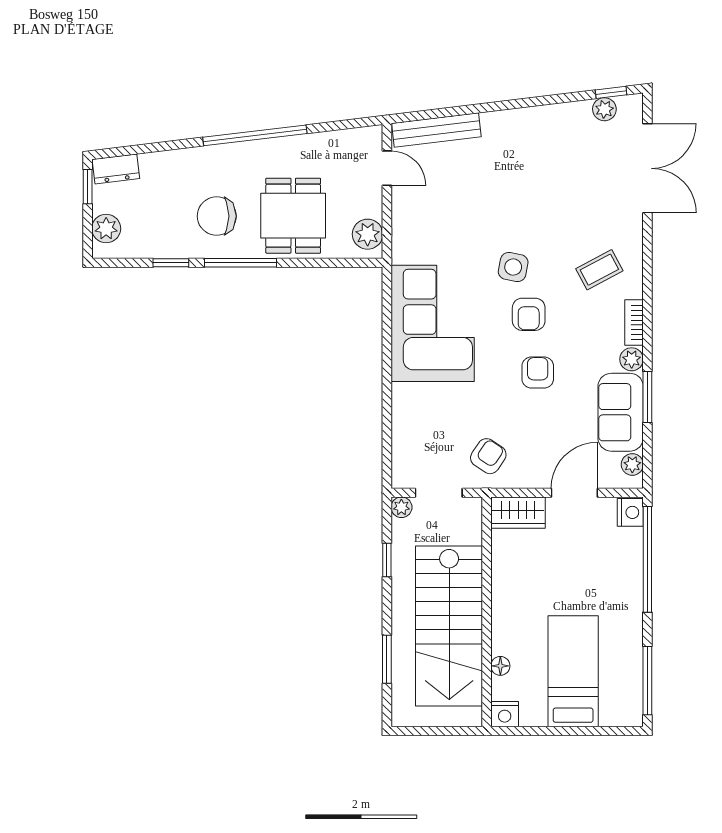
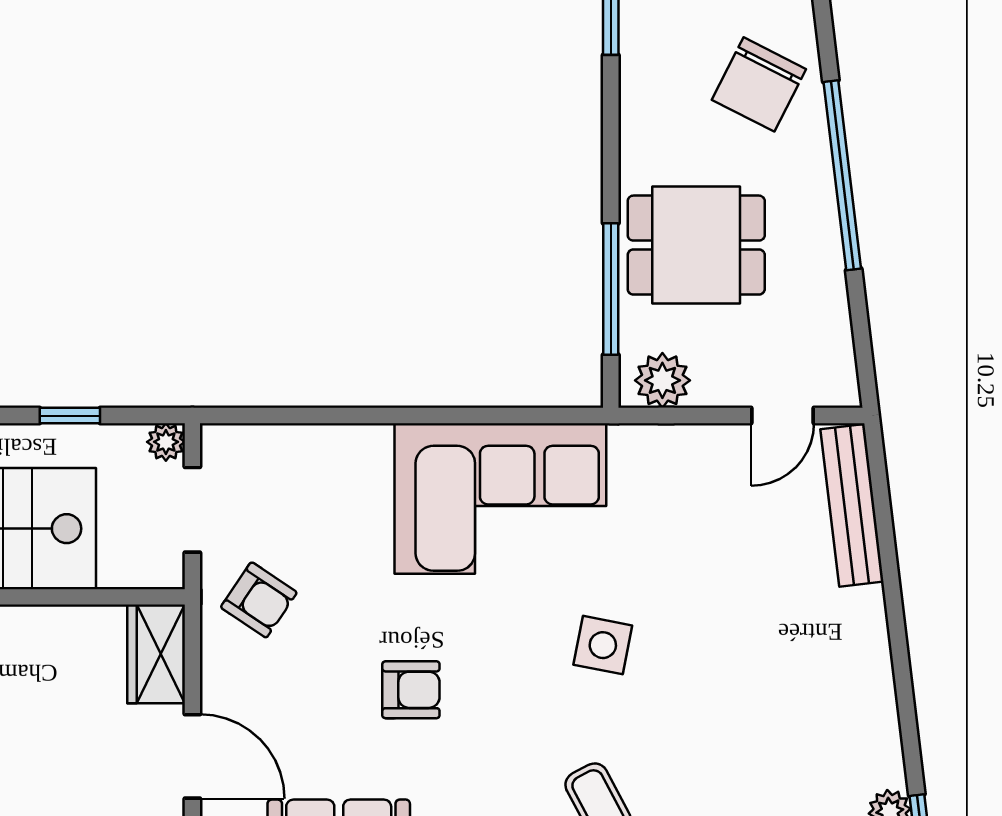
chair: (217, 216) -> (759, 84), moved, turned -153
window: (241, 263) -> (611, 289), moved
armchair: (529, 314) -> (517, 673), removed

